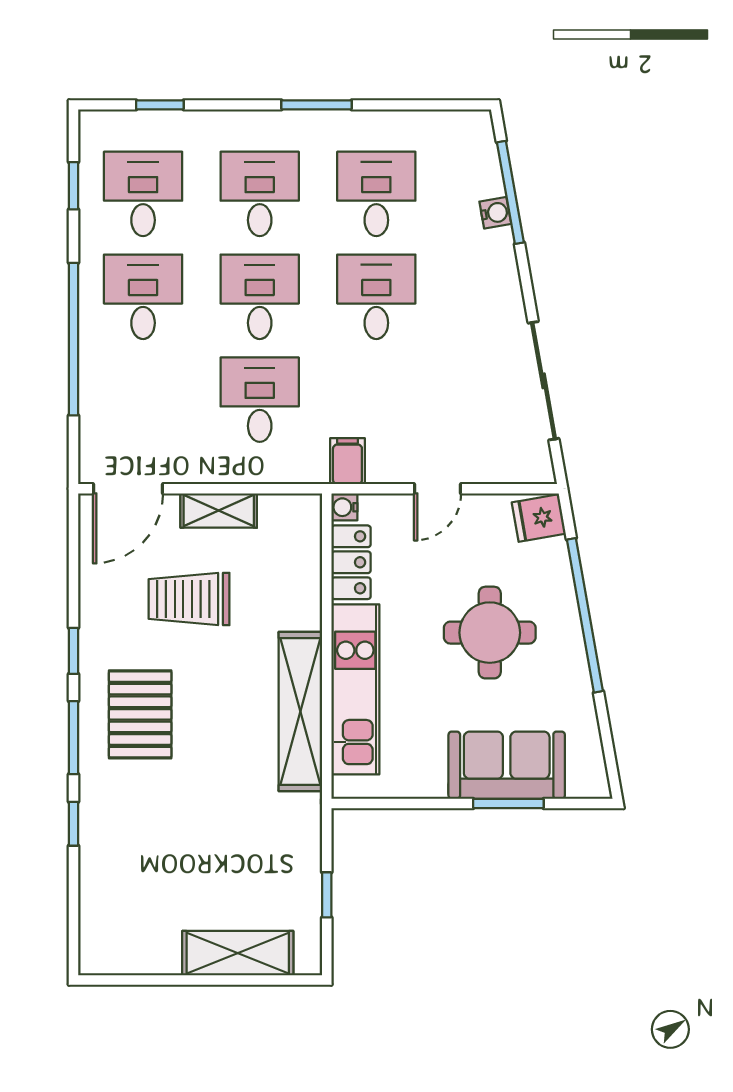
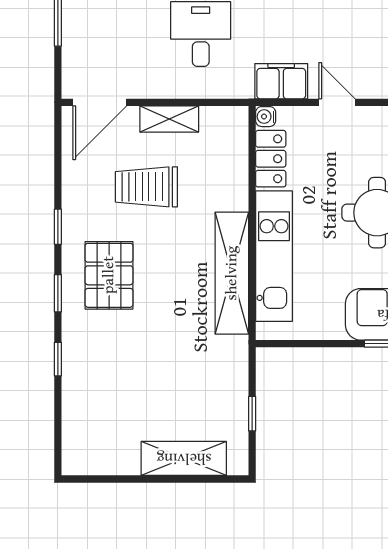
filing cabinet: (347, 461) -> (281, 81), width x2.00
door: (438, 489) -> (337, 102), swing flipped
window: (73, 738) -> (58, 293), width x0.67

